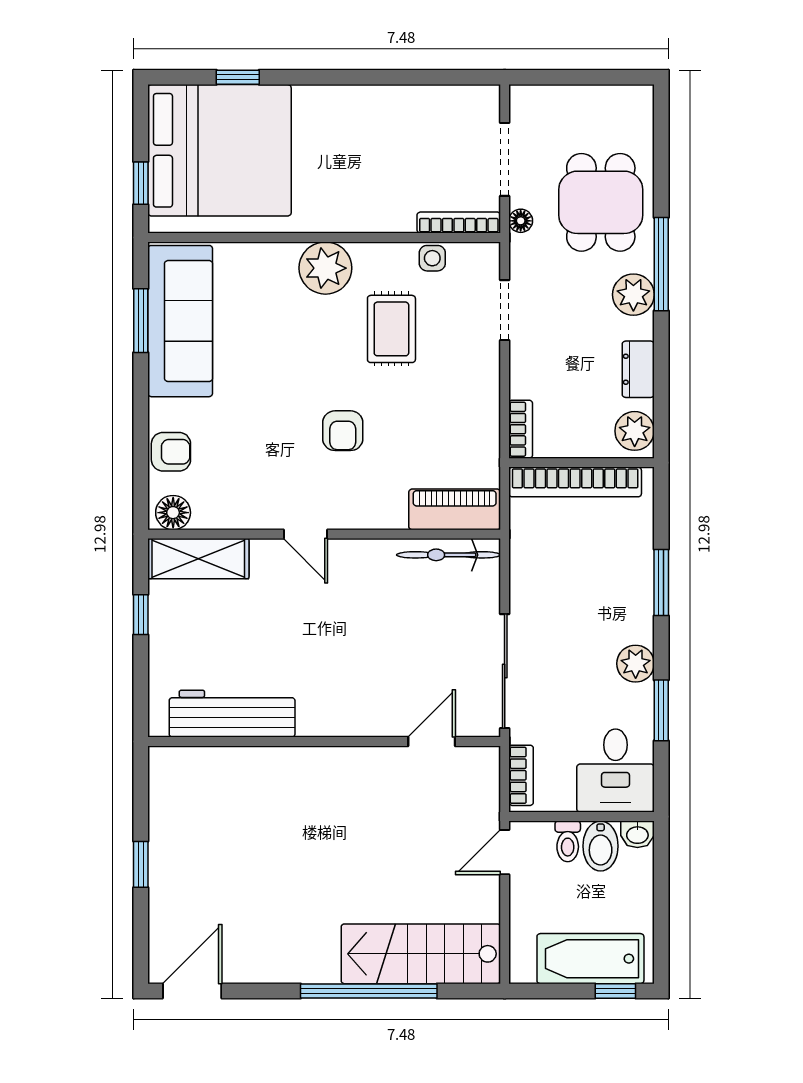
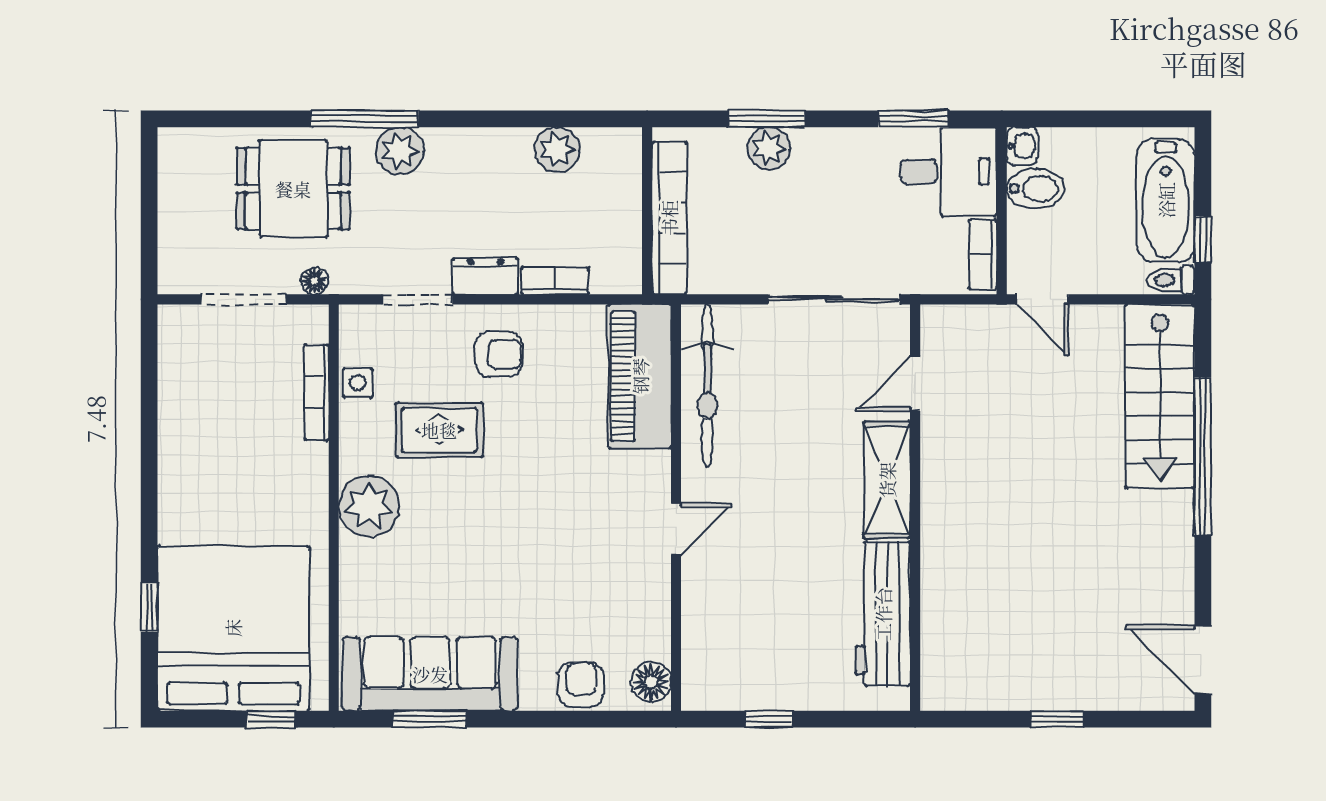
bookcase: (459, 223) -> (317, 392), moved
dresser: (638, 369) -> (485, 276), moved, turned 180
armchair: (343, 431) -> (499, 354), moved
wall: (582, 463) -> (647, 211), moved
bookcase: (575, 482) -> (669, 218), moved
piano: (455, 509) -> (640, 376), width x1.37, depth x1.33
bicycle: (449, 555) -> (707, 386), width x1.37, depth x1.40
shelving: (198, 559) -> (887, 480), moved
window: (661, 582) -> (767, 119), moved
plant: (636, 664) -> (769, 148), moved
window: (661, 710) -> (913, 119), moved
door: (432, 741) -> (915, 384), hinge flipped
bookcase: (521, 775) -> (983, 254), moved, turned -90
toilet: (568, 841) -> (1171, 280), moved, turned 180
window: (615, 991) -> (1203, 240), moved

